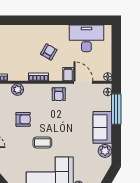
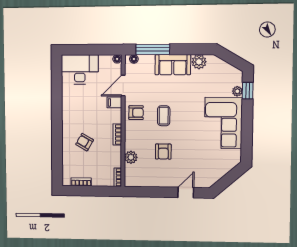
desk: (86, 38) -> (80, 69), moved, turned 90
armchair: (49, 52) -> (85, 142), moved
armchair: (23, 119) -> (163, 152), turned 180
coffee table: (42, 142) -> (164, 116), moved

